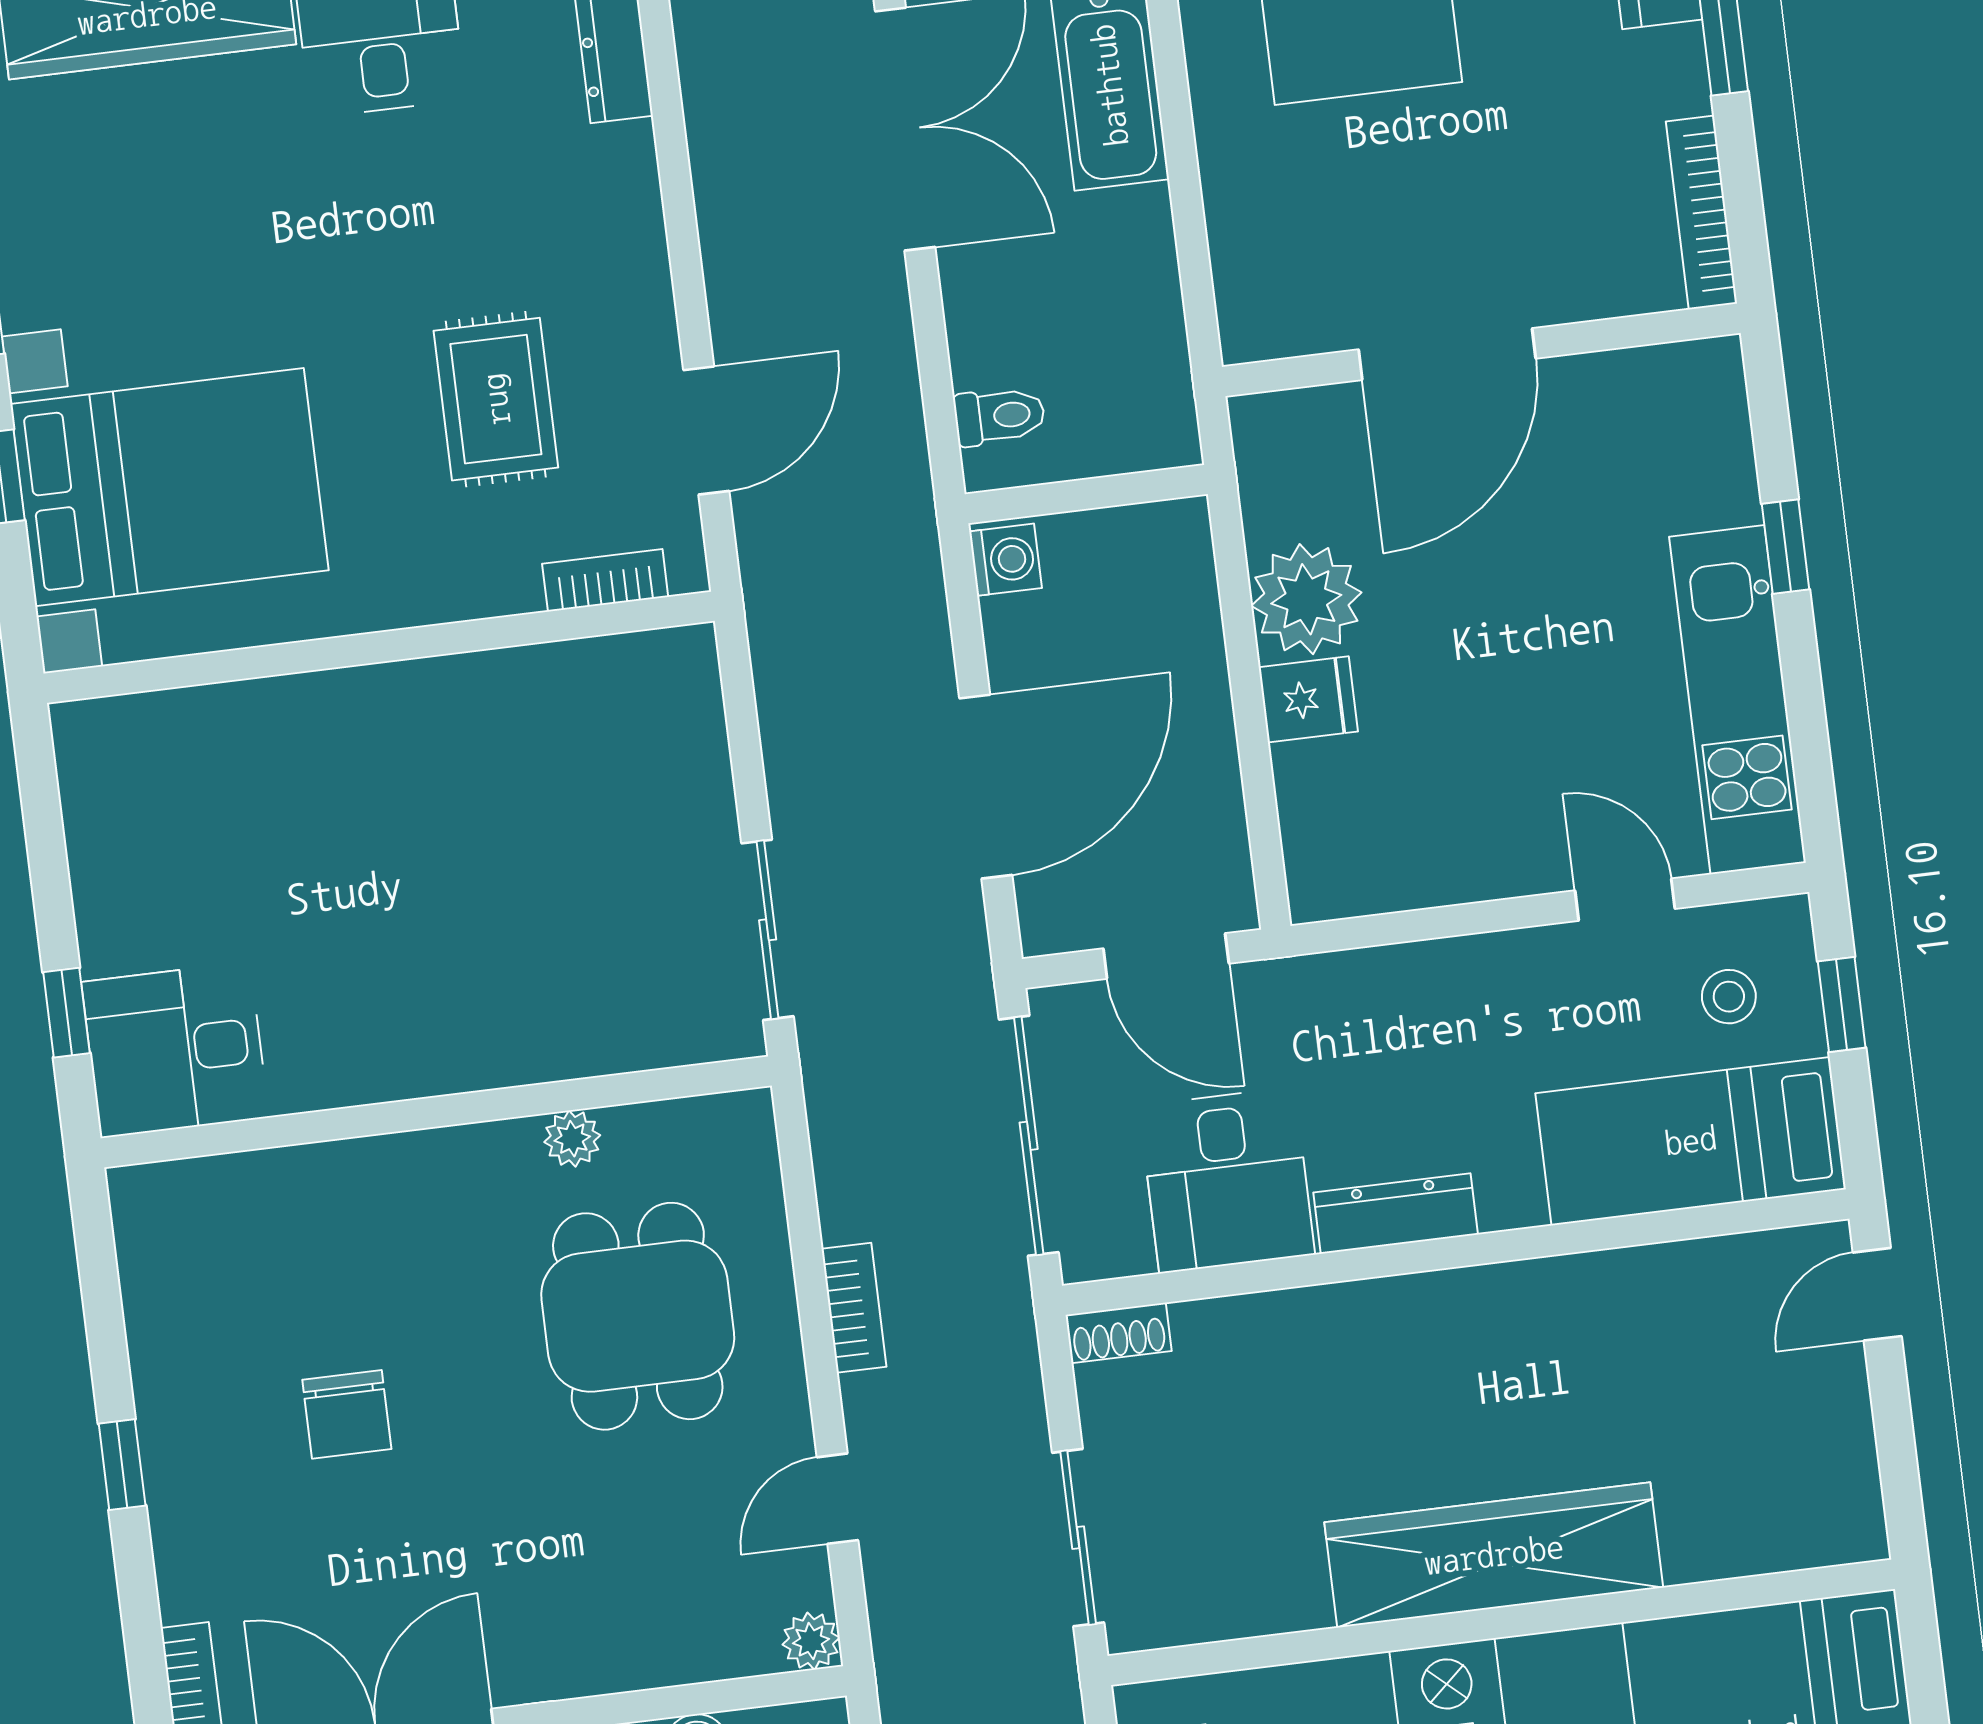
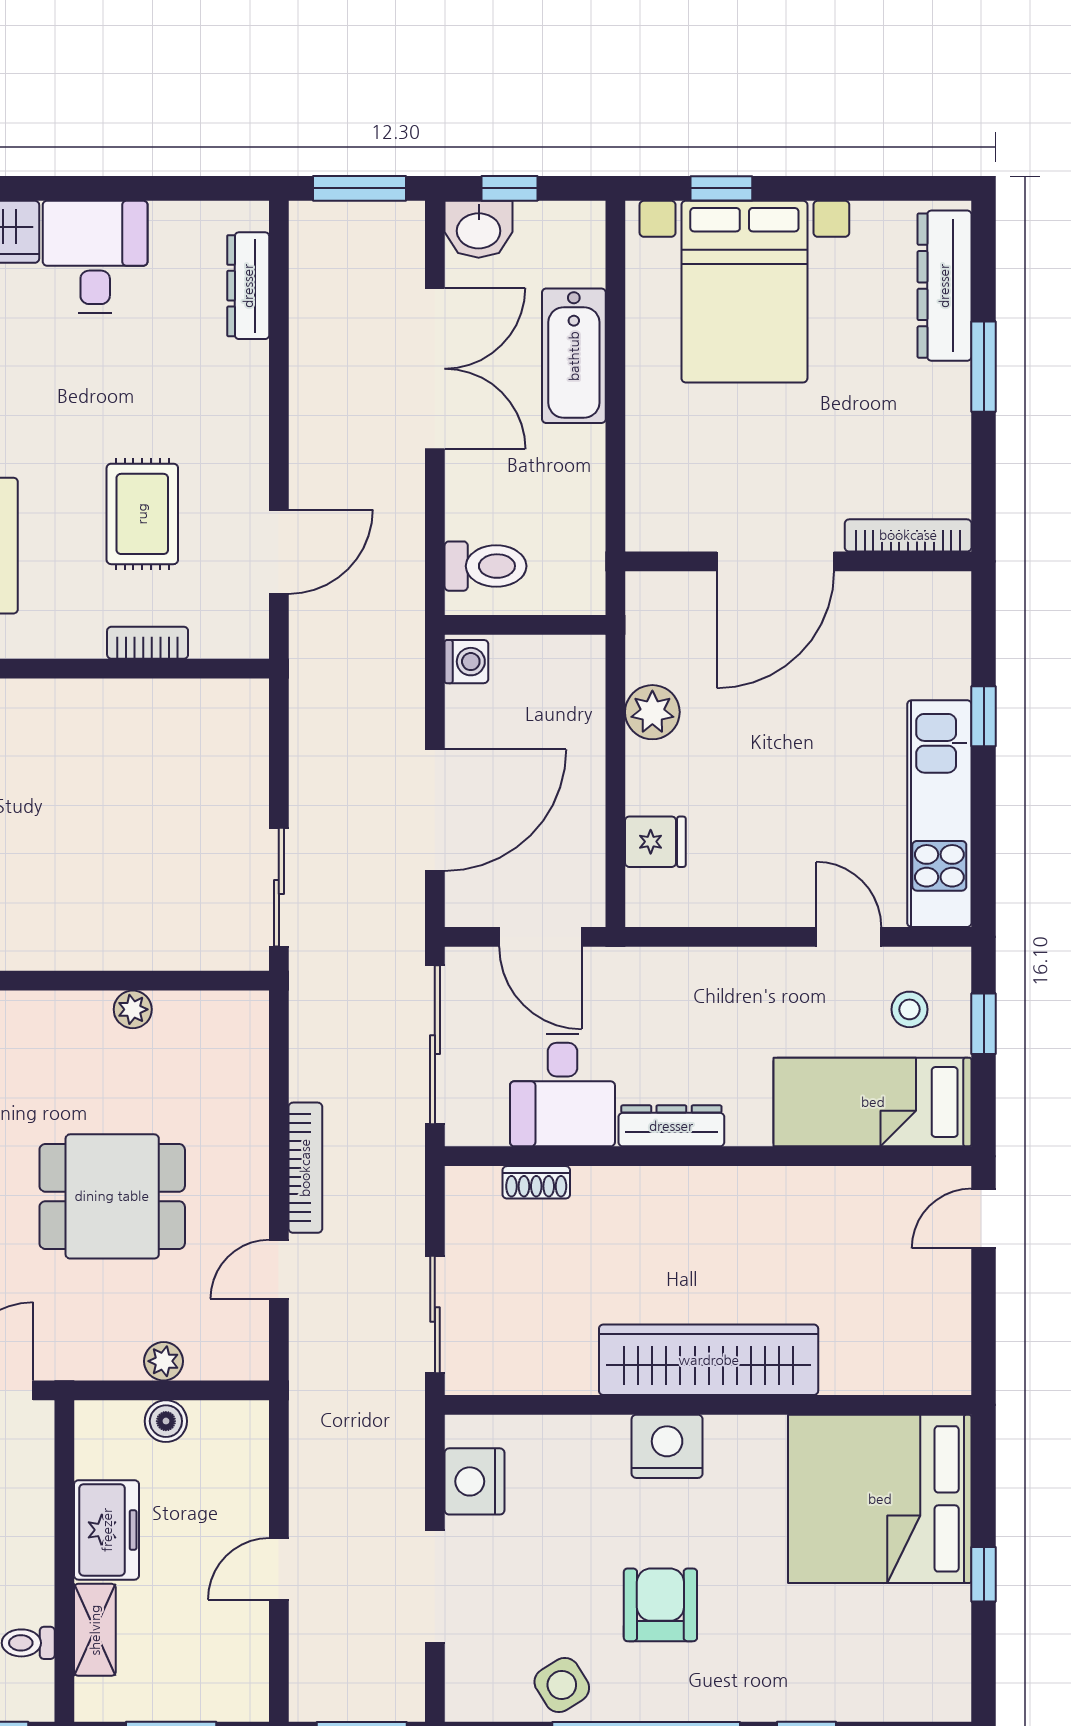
bookcase: (1702, 212) -> (908, 535), moved, turned 90
toilet: (1000, 416) -> (486, 566), width x1.37, depth x1.39
bookcase: (605, 580) -> (148, 643), moved
plant: (1306, 599) -> (652, 712), width x0.73, depth x0.73
fridge: (1308, 699) -> (655, 842), moved
bookcase: (854, 1308) -> (305, 1168), width x1.56
dining table: (638, 1316) -> (112, 1196), moved, turned 90
shoe rack: (1118, 1333) -> (536, 1182), moved
plant: (811, 1641) -> (164, 1361), moved

